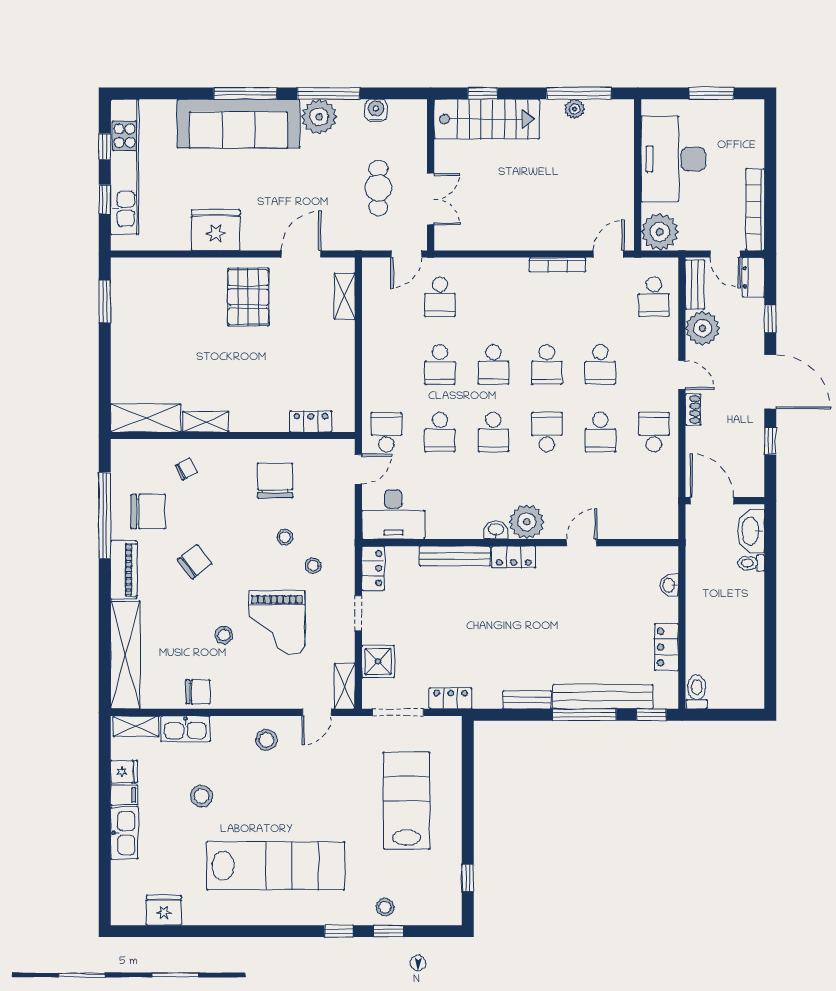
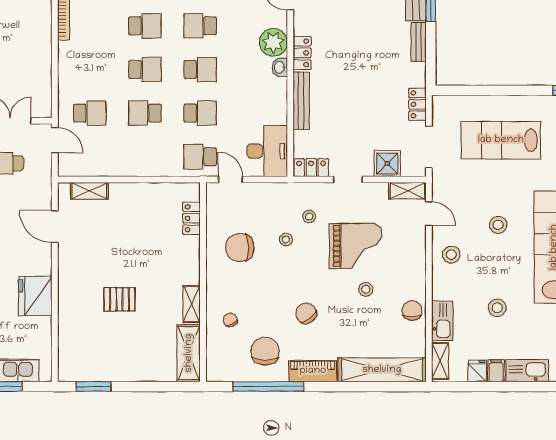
pallet: (248, 297) -> (119, 299), moved, width x0.67, depth x0.71
school desk: (440, 364) -> (145, 113), turned 180
stool: (303, 797) -> (498, 225), added

